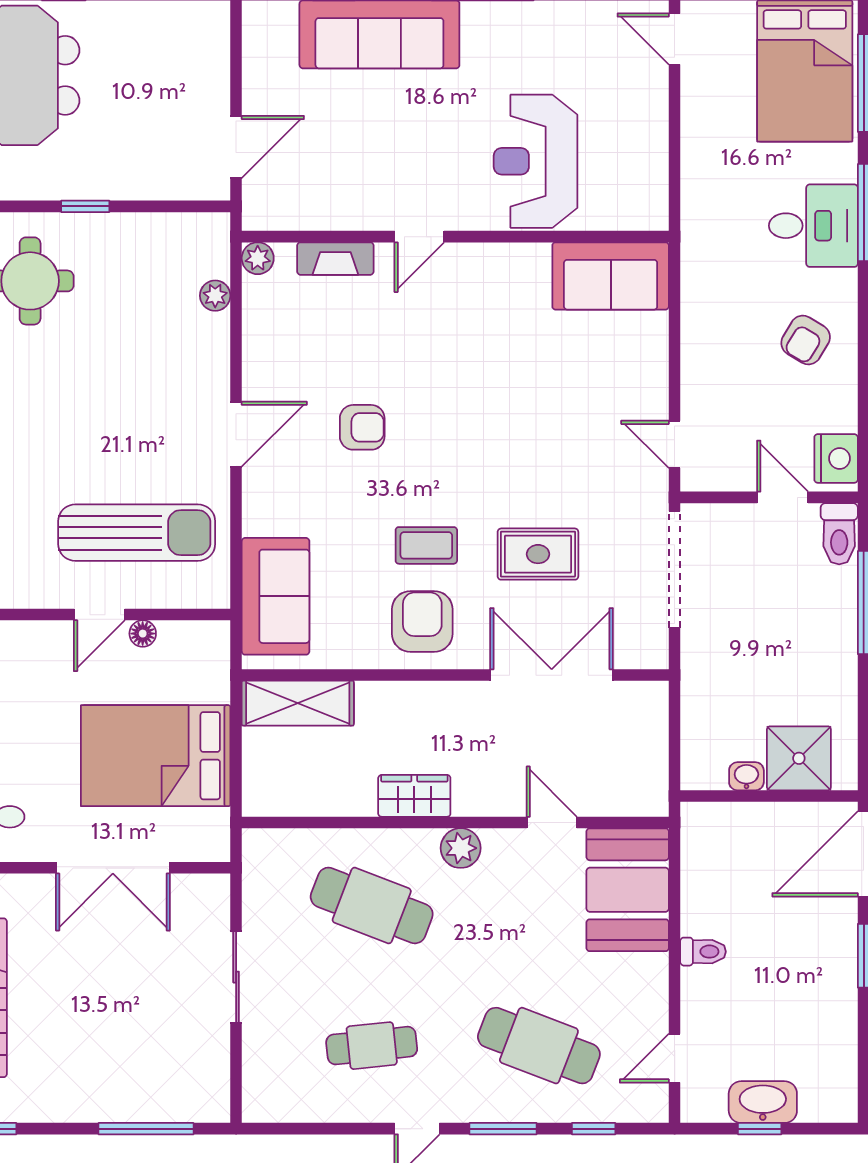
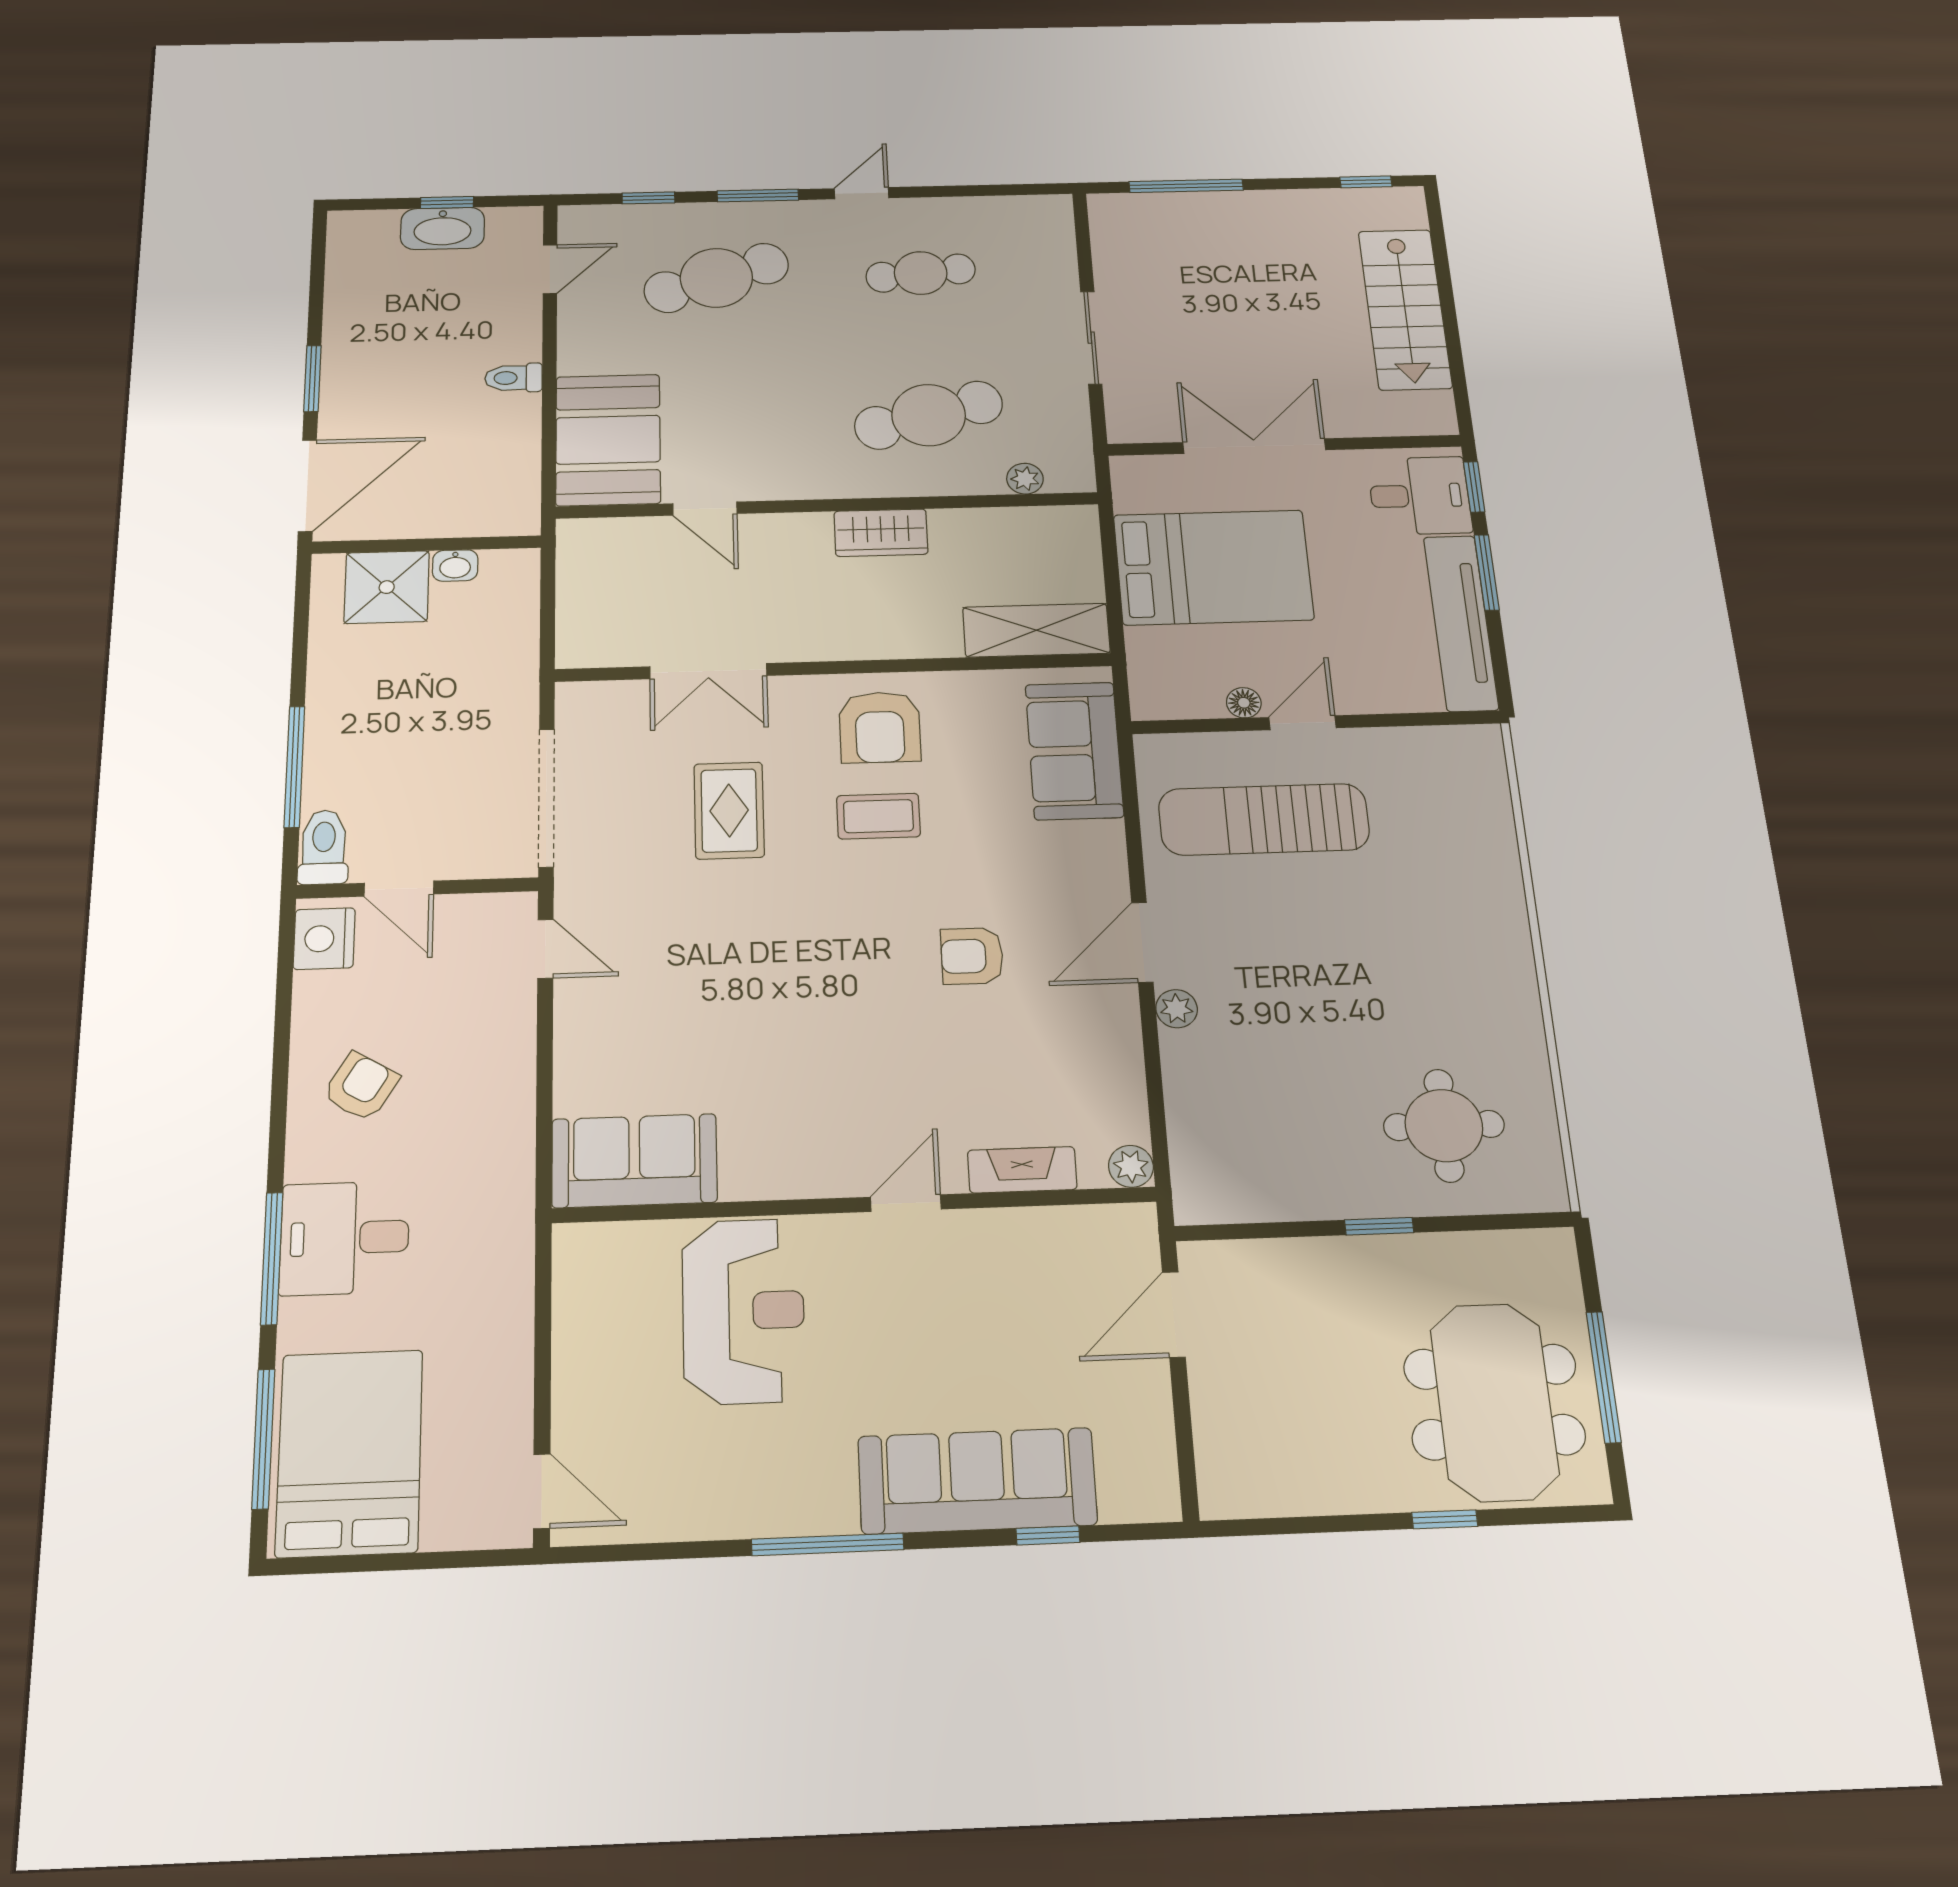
plant: (215, 296) -> (1177, 1009), moved
rug: (538, 554) -> (729, 810), turned 90
double door: (552, 675) -> (708, 671), width x0.73
plant: (461, 848) -> (1025, 479), moved, width x0.73, depth x0.73
cafe table: (372, 905) -> (929, 415), turned -36
cafe table: (539, 1046) -> (716, 278), turned -39

